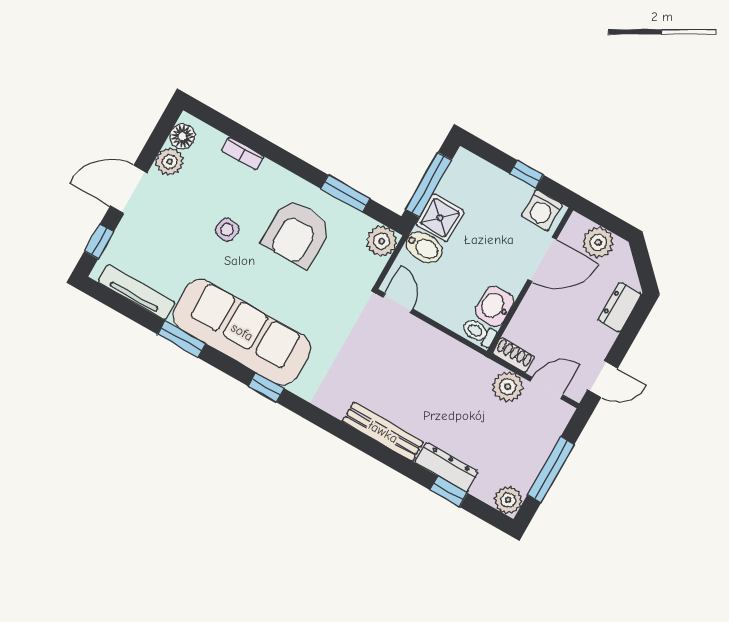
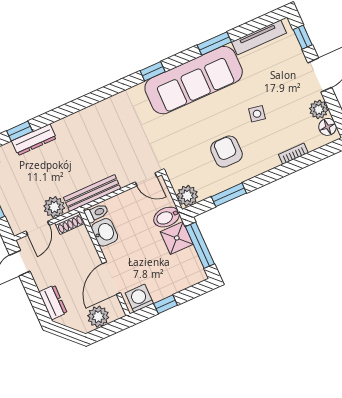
armchair: (297, 233) -> (226, 152), width x0.73, depth x0.73
bench: (383, 432) -> (92, 193), moved

